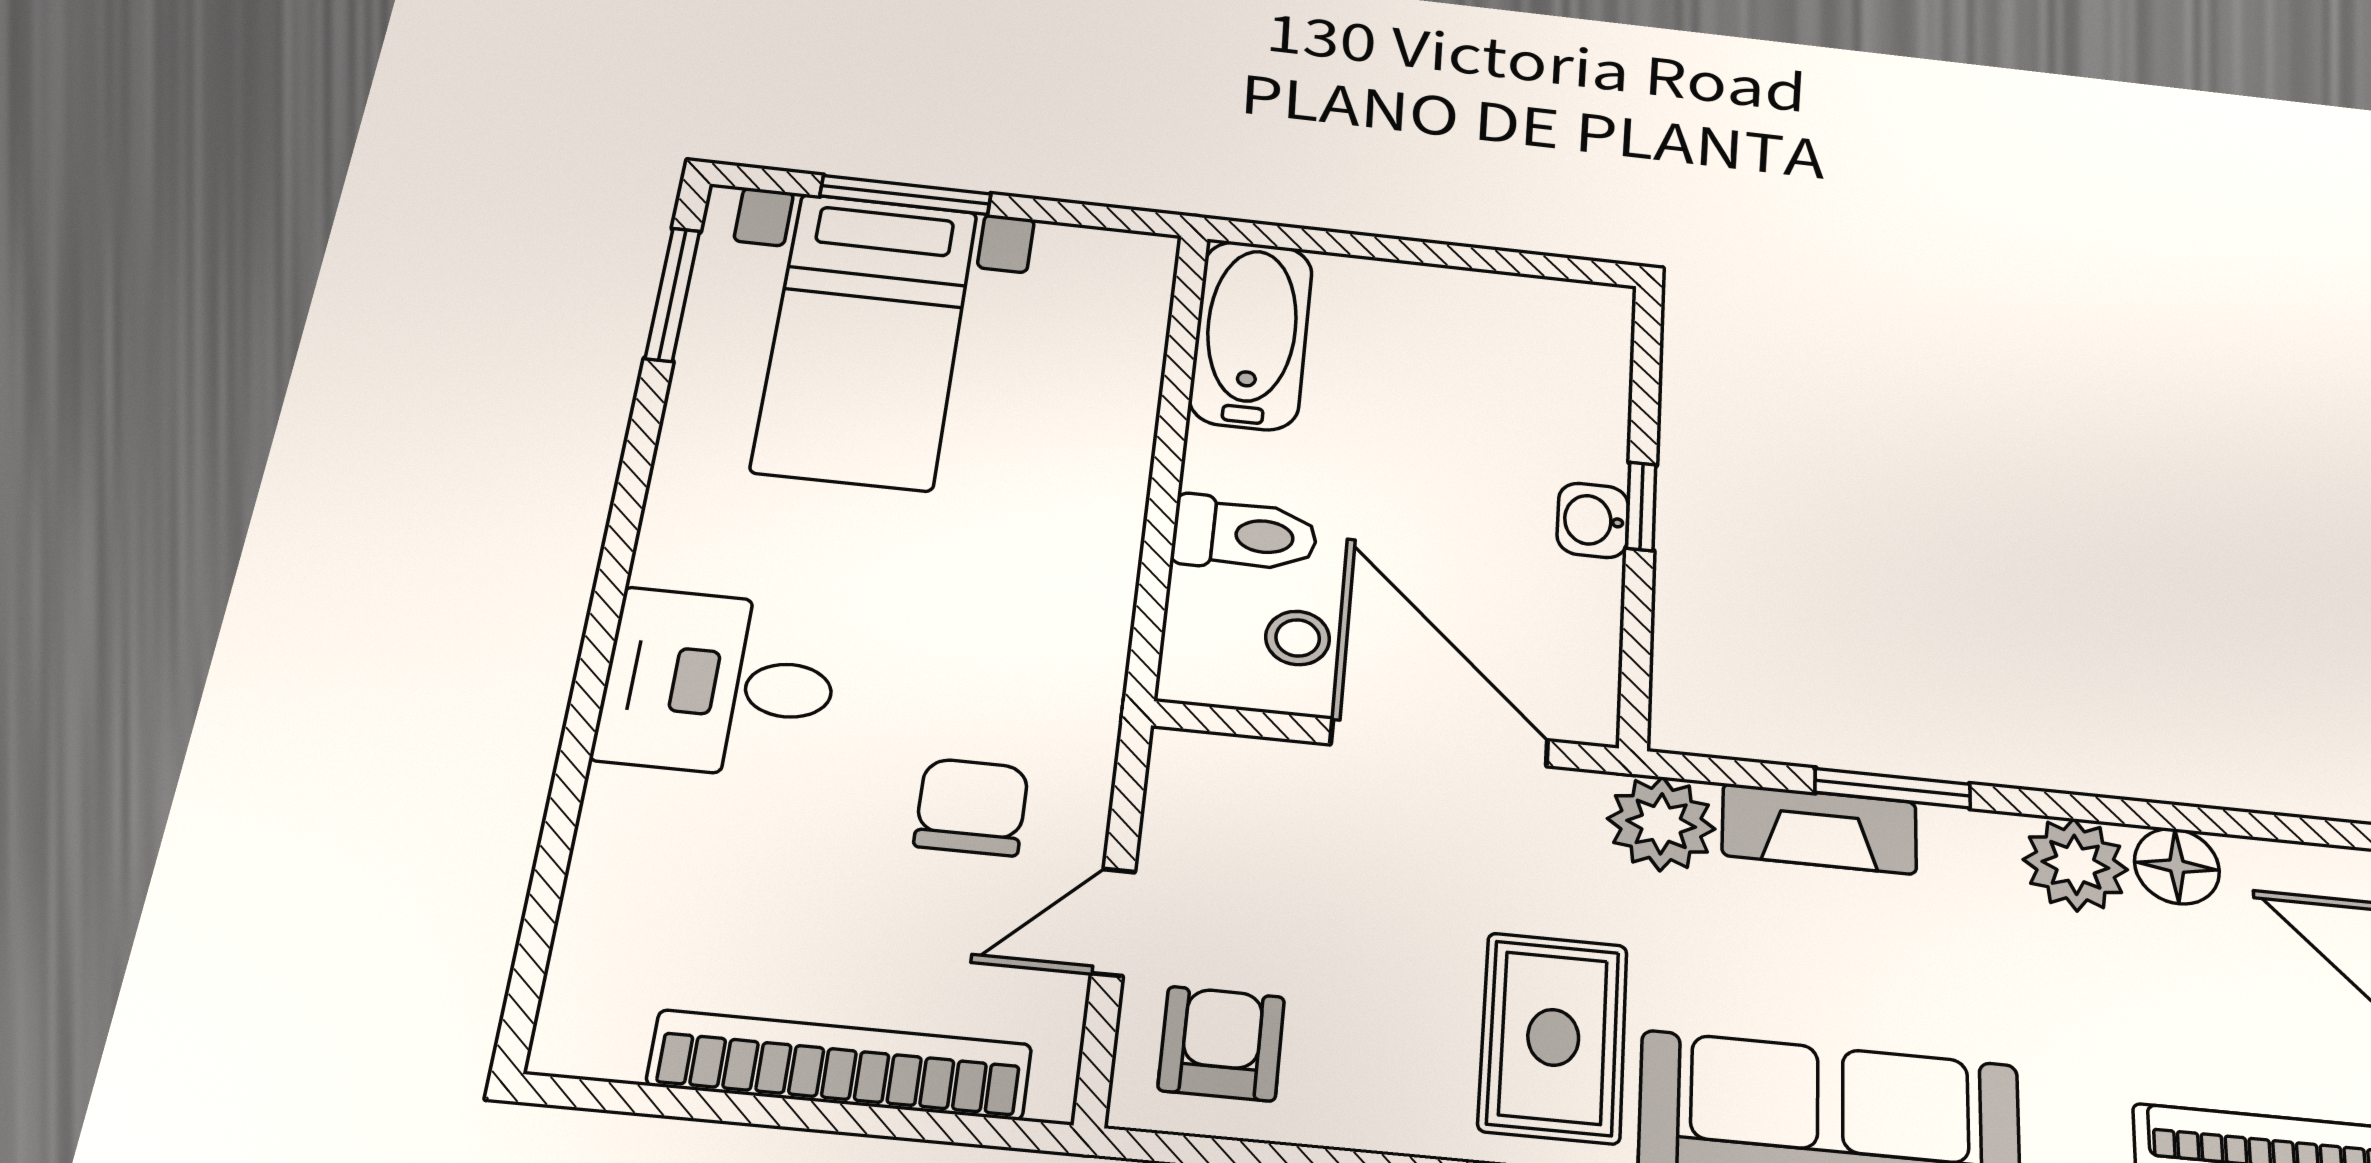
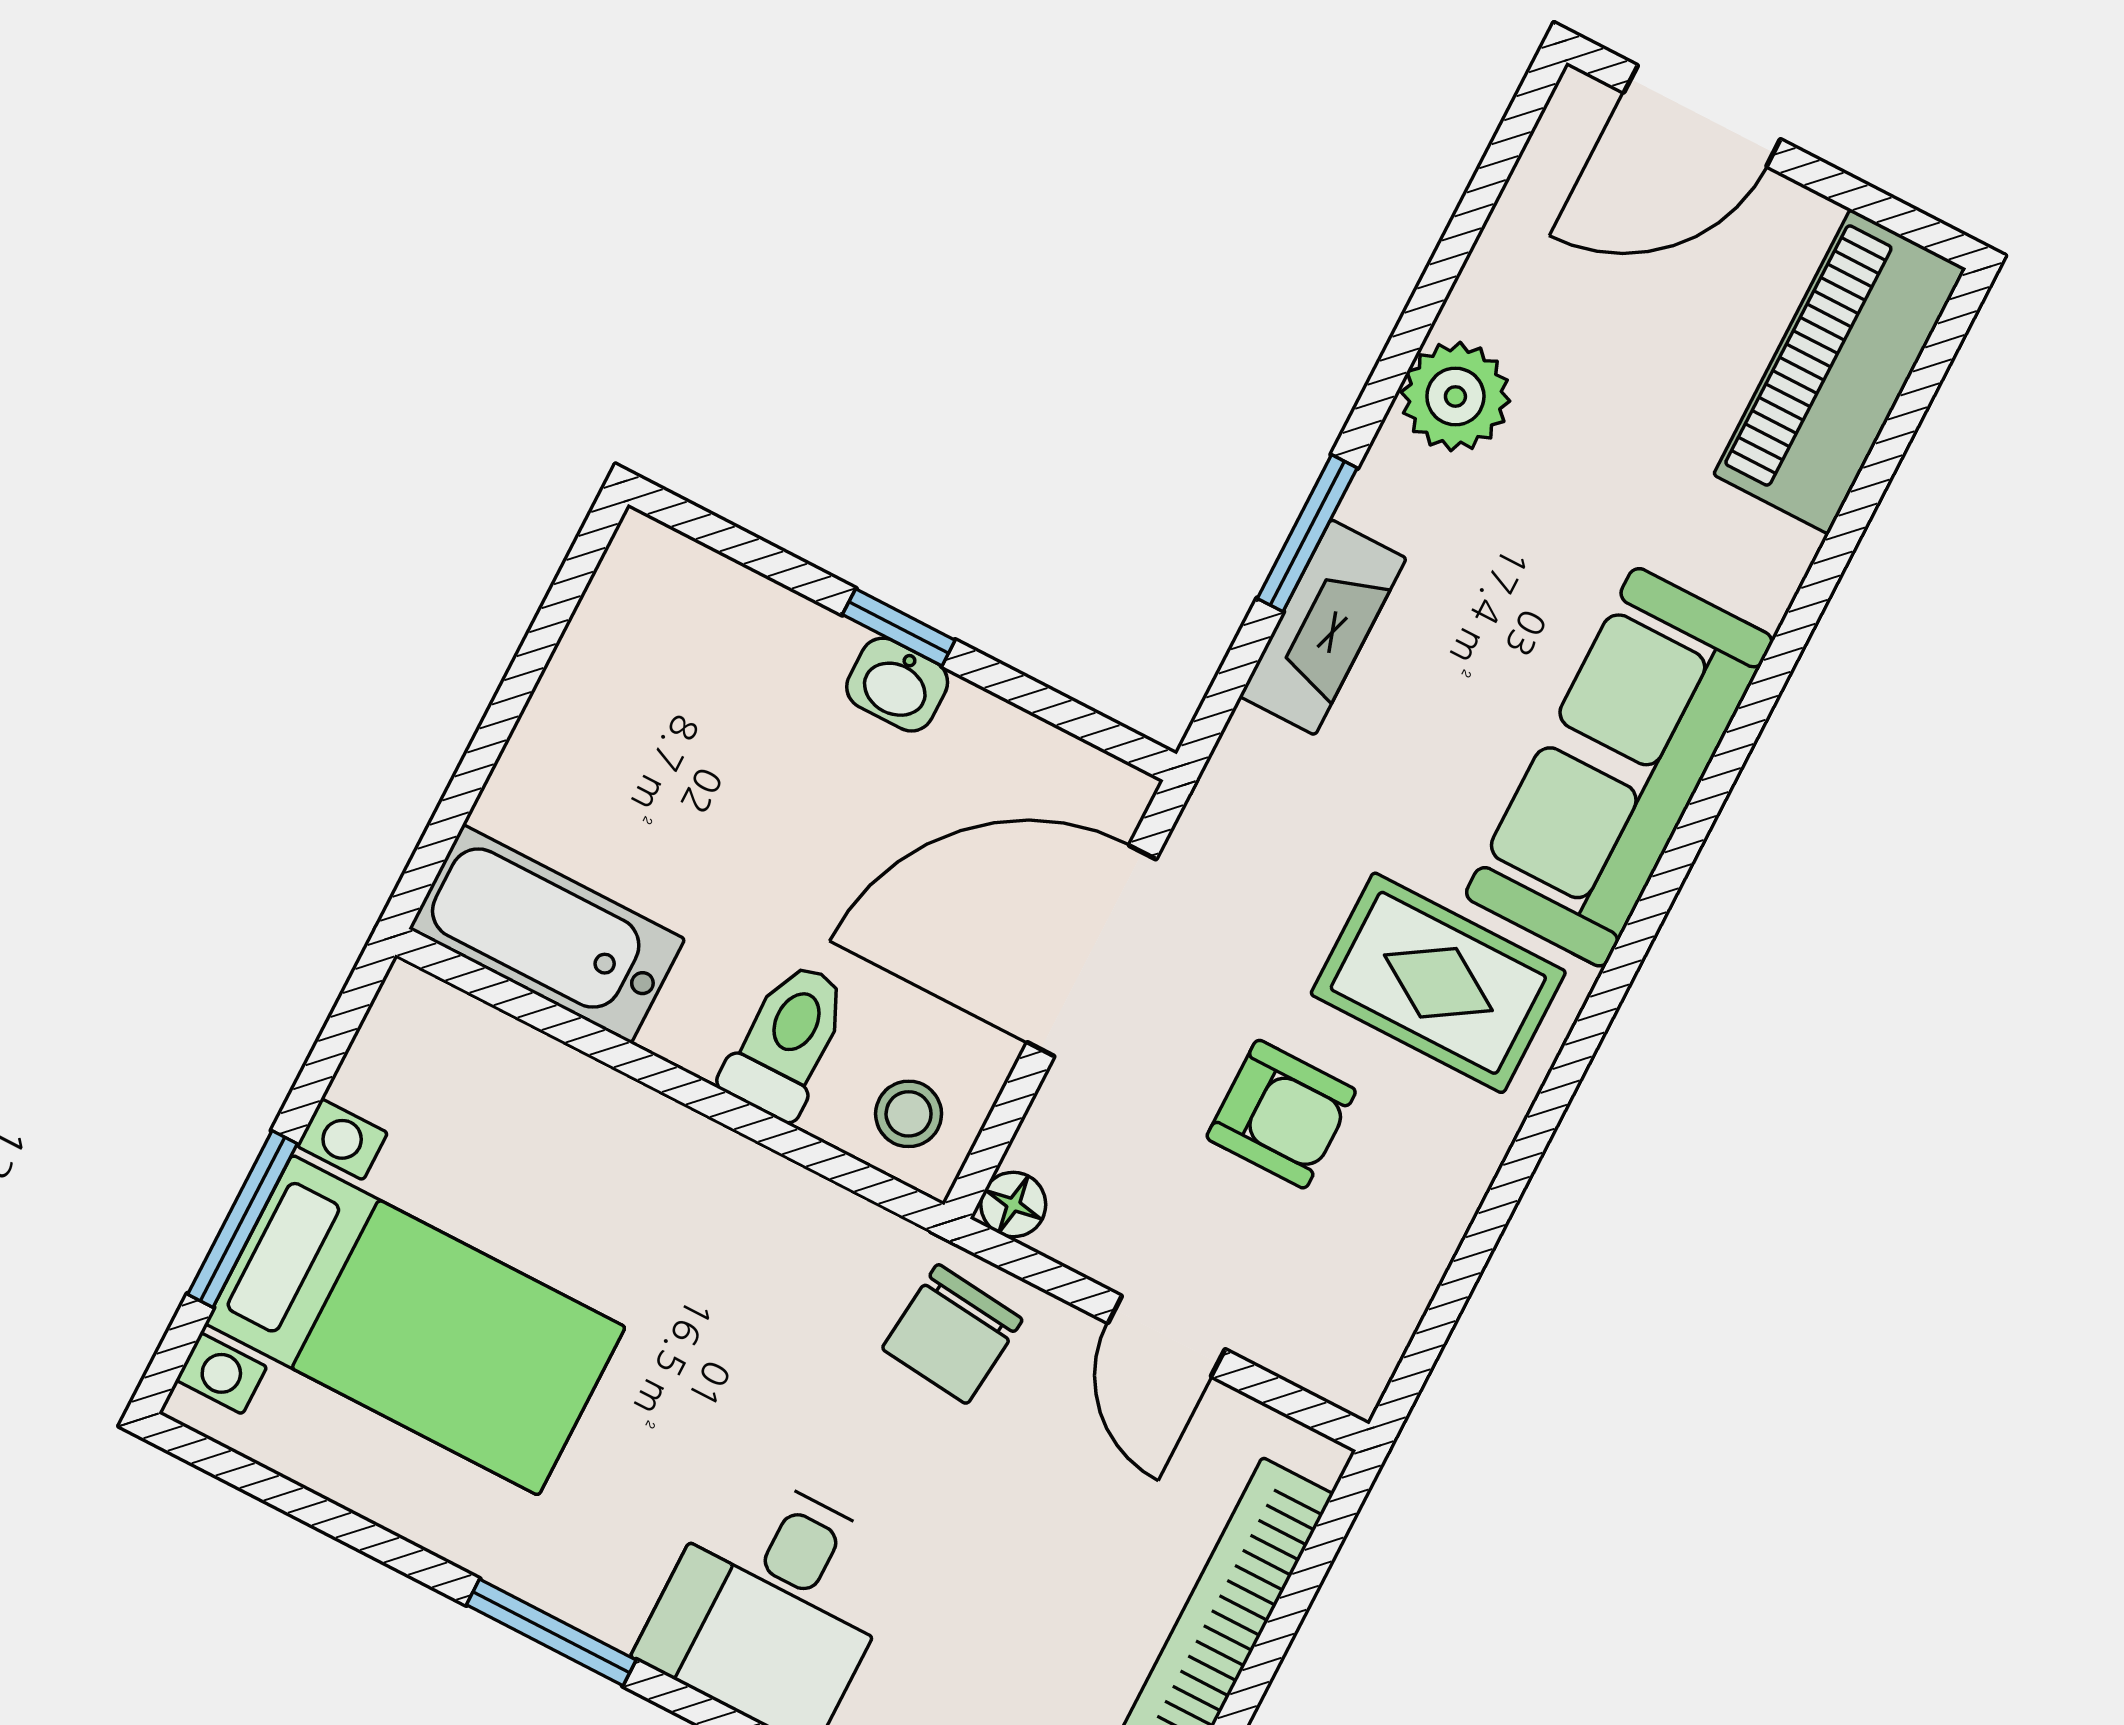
window: (673, 294) -> (551, 1632), moved
stool: (1298, 638) -> (909, 1114), moved
chair: (972, 807) -> (952, 1334), moved, turned -84
plant: (1661, 824) -> (1259, 778), removed
floor lamp: (2177, 866) -> (1013, 1205), moved, width x0.73, depth x0.73
armchair: (1221, 1044) -> (1281, 1114), moved, turned 180

